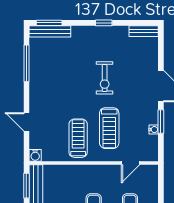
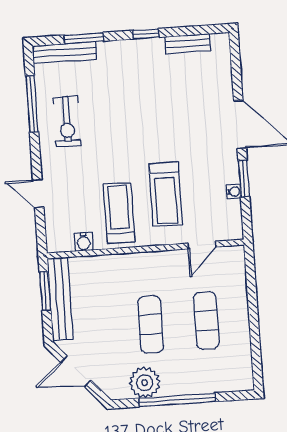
window: (49, 23) -> (84, 38), moved
bench: (144, 31) -> (188, 44), moved
exercise bike: (105, 78) -> (67, 122), moved
water cooler: (35, 155) -> (84, 242), moved

